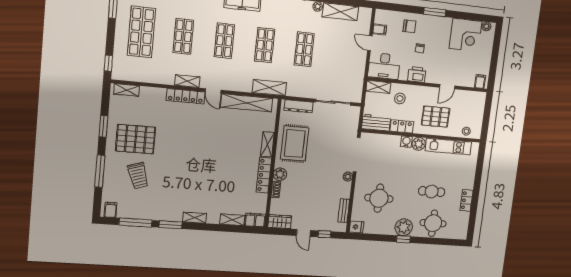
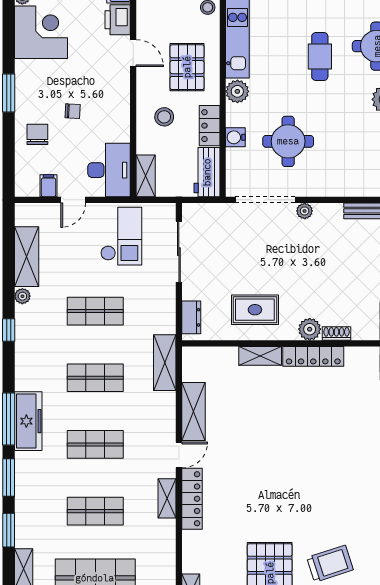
checkout: (346, 69) -> (121, 236), added
printer: (417, 74) -> (118, 20), moved
stool: (400, 98) -> (164, 117), moved
shelving: (247, 103) -> (194, 411), width x0.68
dresser: (299, 106) -> (191, 317), width x0.70
water cooler: (406, 142) -> (235, 137), moved
rug: (295, 144) -> (255, 310), width x0.73, depth x0.70
round table: (379, 198) -> (288, 141), moved

